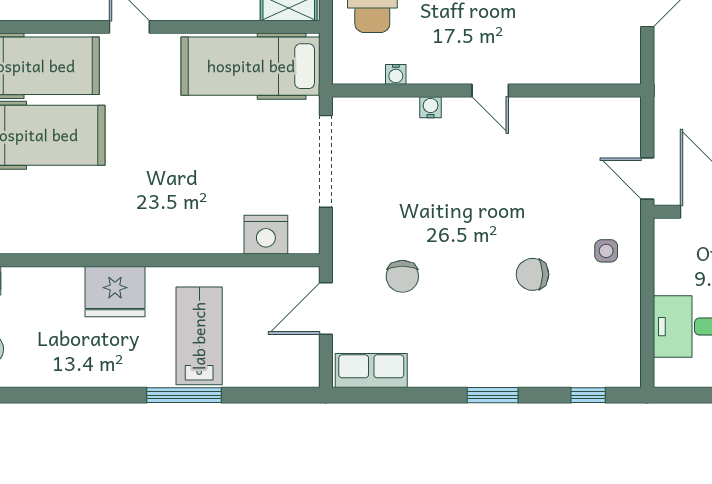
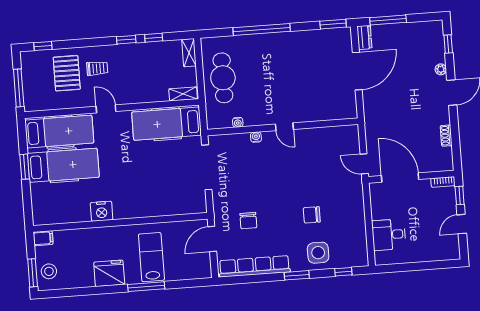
nightstand: (266, 235) -> (102, 211), moved
side table: (606, 251) -> (318, 253), moved, width x1.87, depth x1.87
fridge: (115, 292) -> (109, 273), moved, turned 180
row of seats: (371, 370) -> (254, 266), width x2.02

